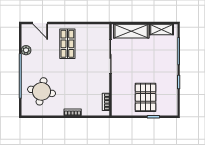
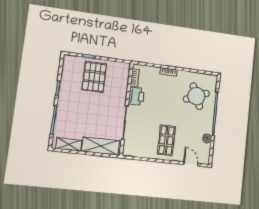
printer: (102, 84) -> (136, 96), added
round table: (42, 91) -> (196, 96), turned -34

